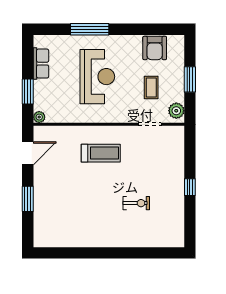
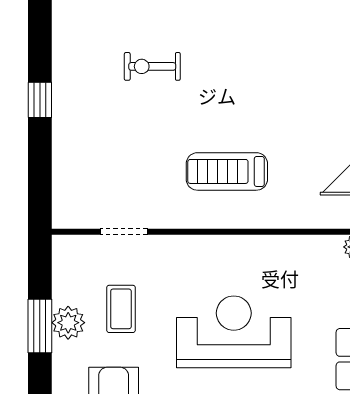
reception desk: (97, 77) -> (234, 332), turned 90
plant: (176, 111) -> (68, 323), moved

